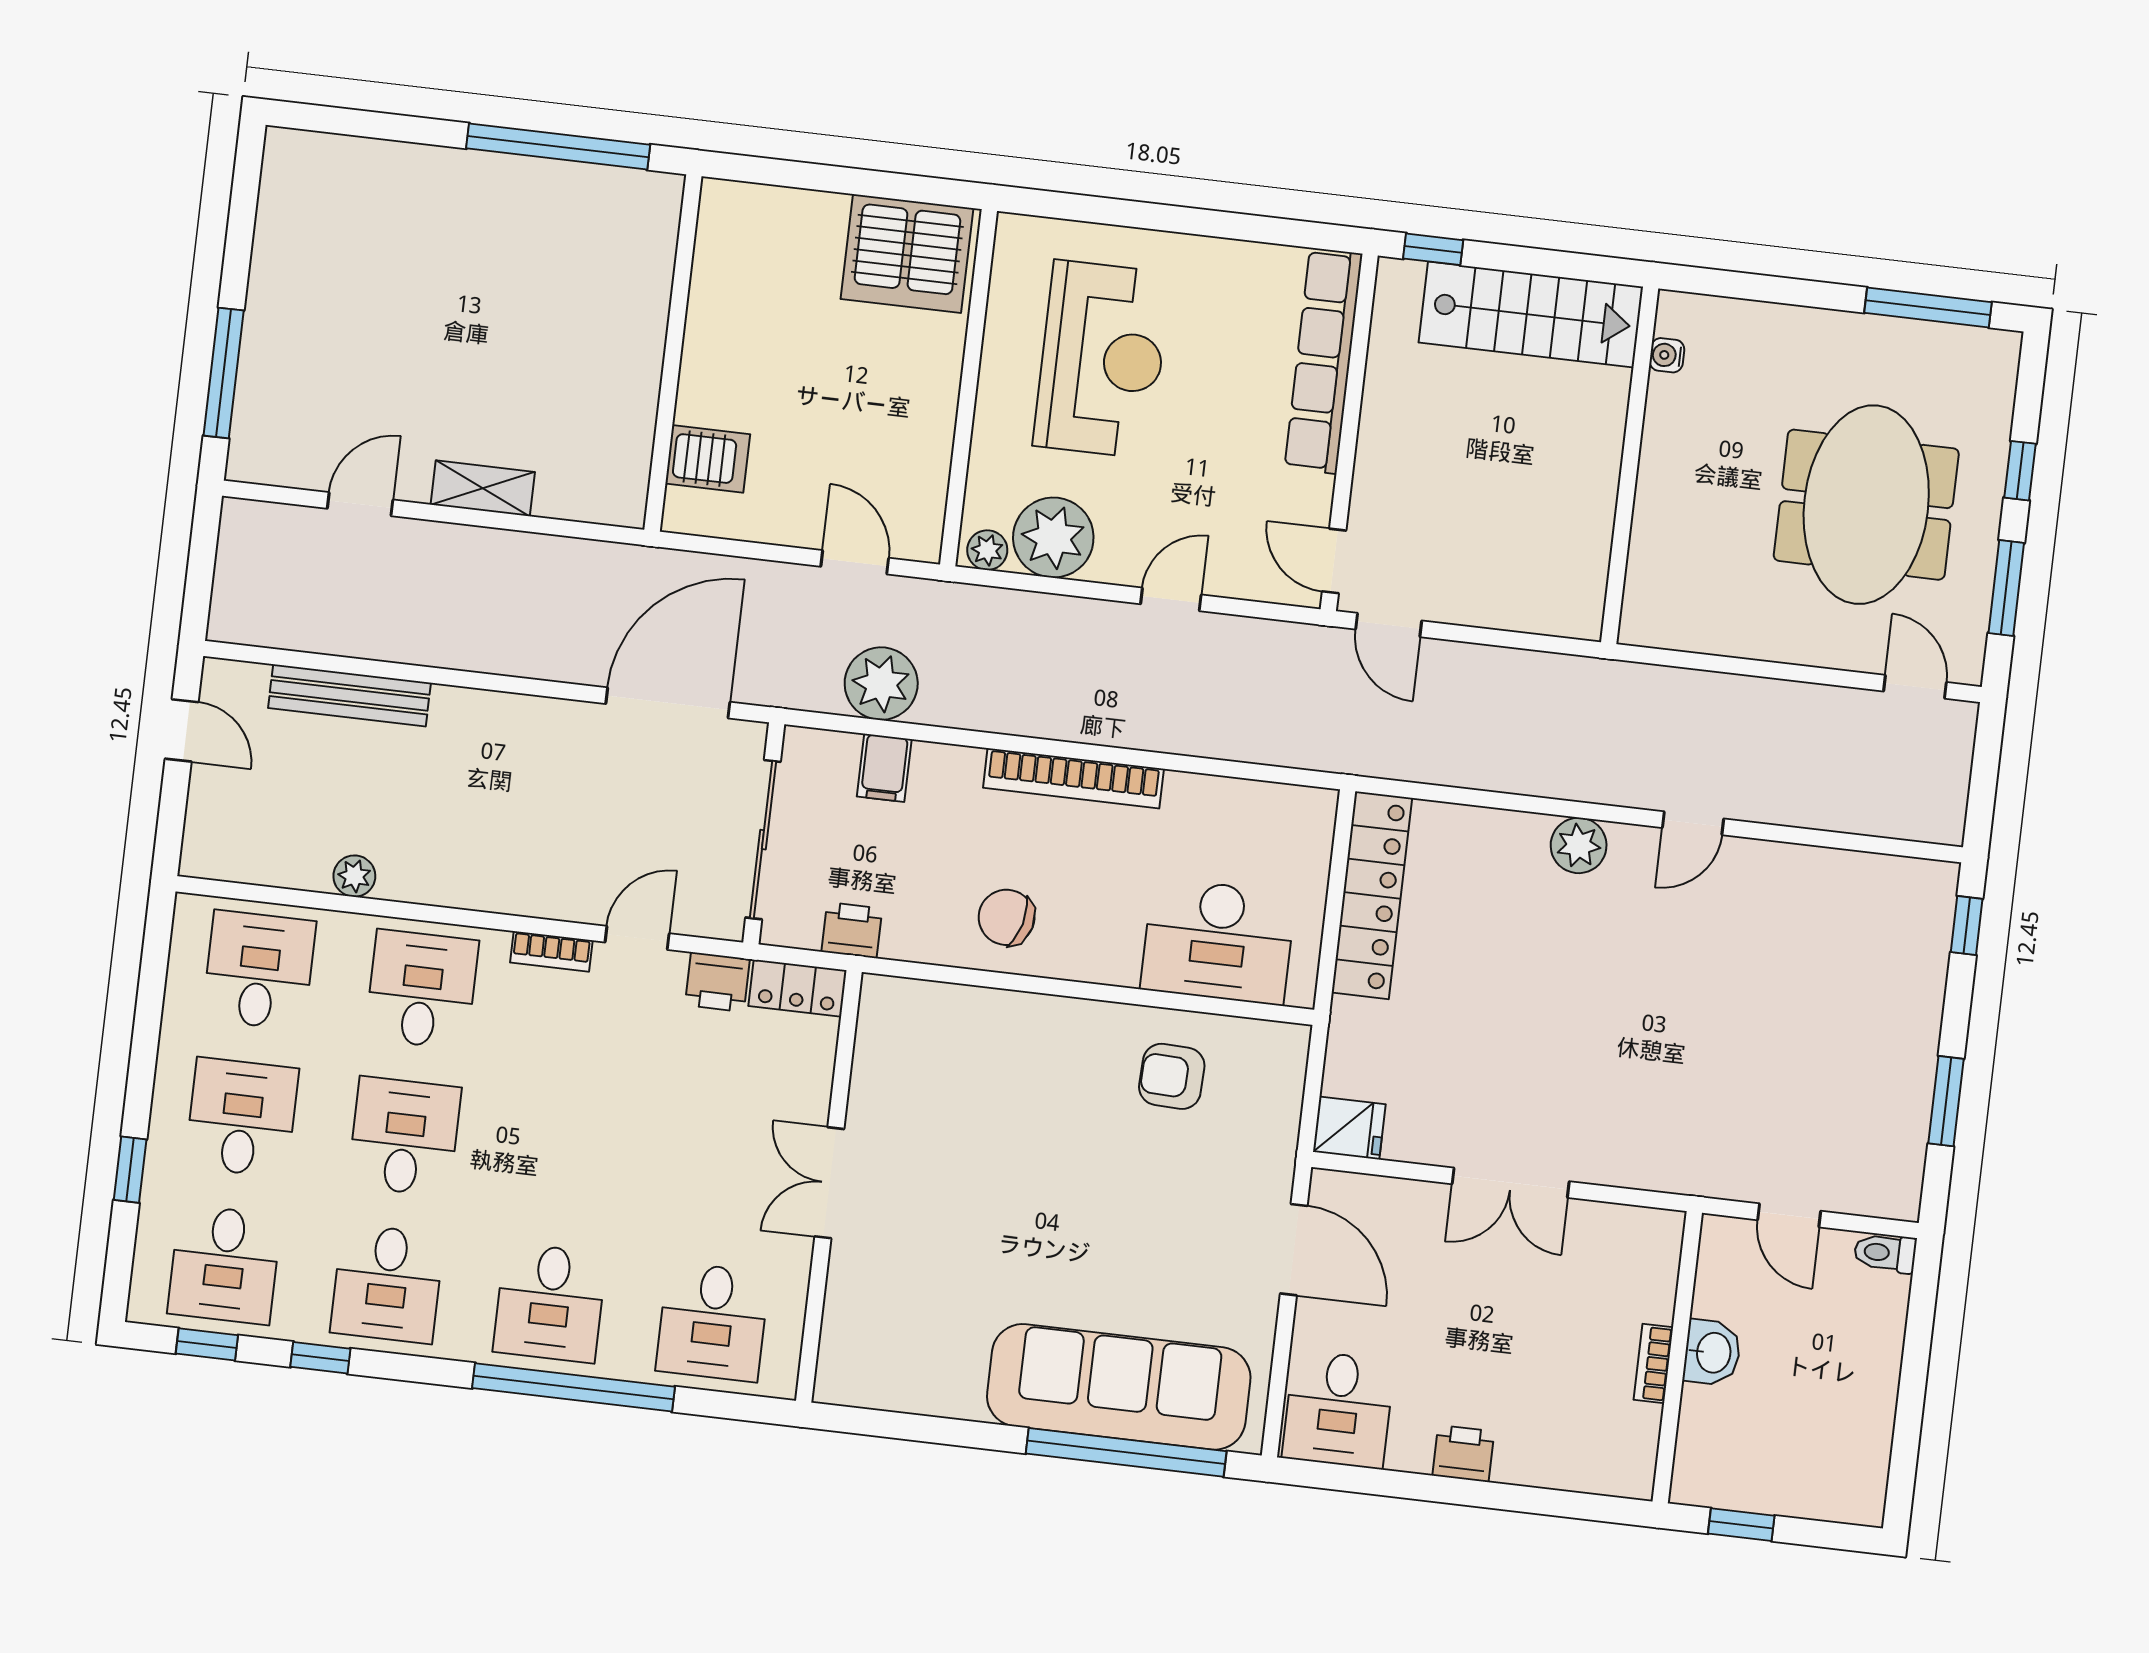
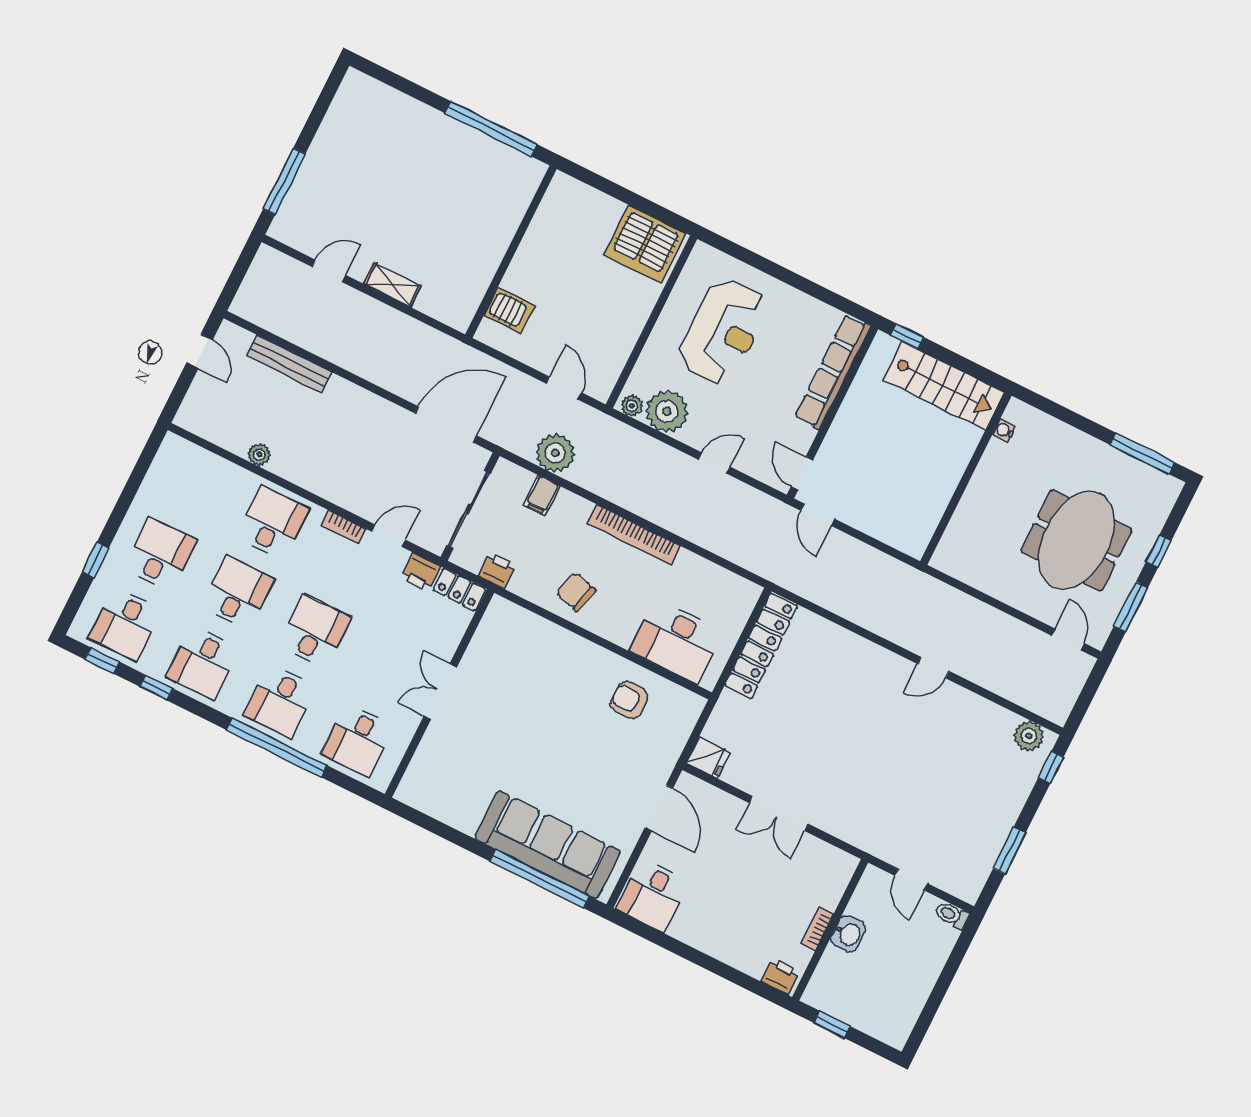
plant: (1579, 845) -> (1029, 736), moved
desk: (259, 970) -> (315, 631), moved
printer: (1463, 1453) -> (780, 976), moved

